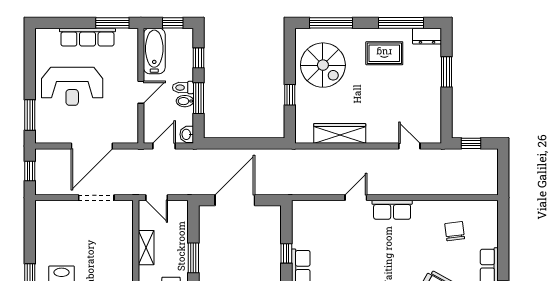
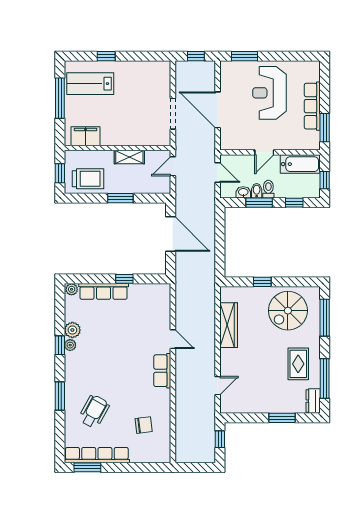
door: (141, 92) -> (264, 152), hinge flipped
washbasin: (187, 134) -> (243, 192), moved

